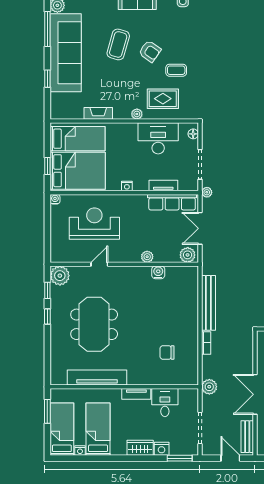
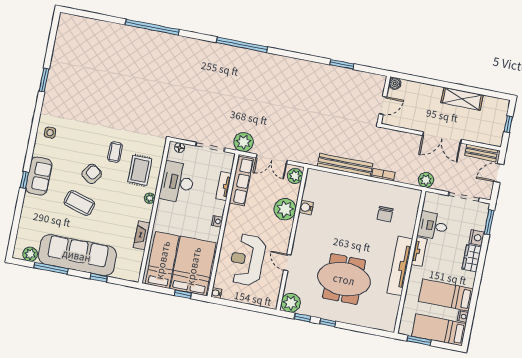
plant: (207, 192) -> (244, 142), width x1.88, depth x1.88
plant: (147, 257) -> (285, 209), width x1.88, depth x1.88
tv unit: (97, 378) -> (400, 266), moved

